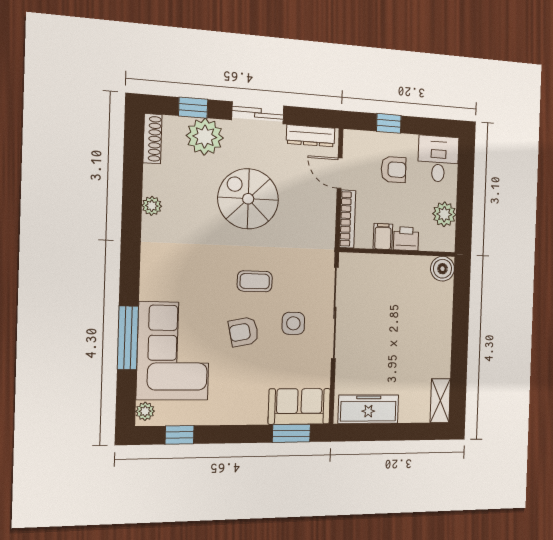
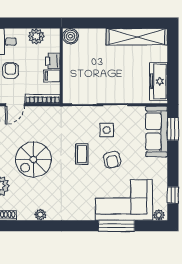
shelving: (440, 401) -> (137, 37), width x2.20, depth x1.33
sofa: (299, 406) -> (157, 131), width x1.36

